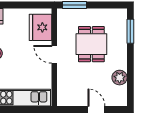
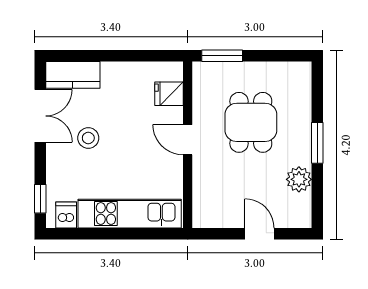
fridge: (41, 27) -> (169, 94), width x0.53, depth x0.75
window: (130, 31) -> (317, 143), moved

